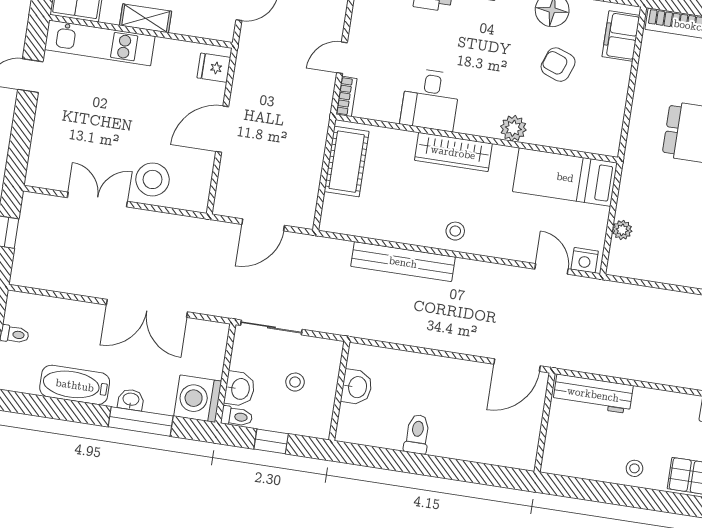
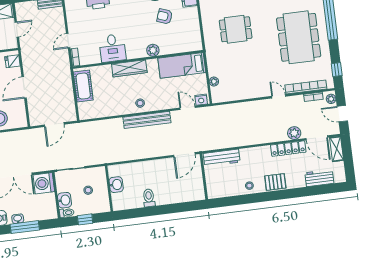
bench: (403, 262) -> (147, 120), moved
washing machine: (198, 399) -> (44, 183), moved

